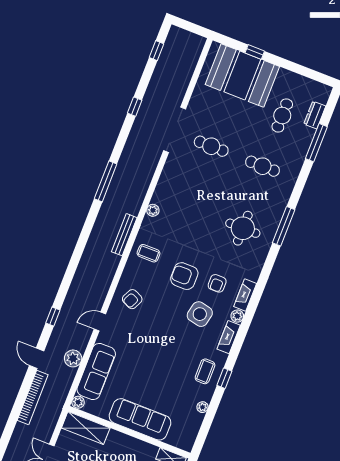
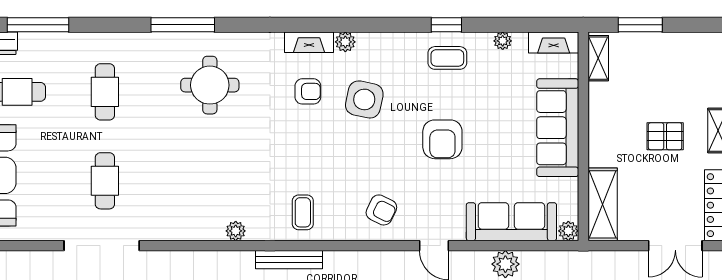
armchair: (184, 276) -> (442, 139), moved
fireplace: (229, 337) -> (554, 43), moved

